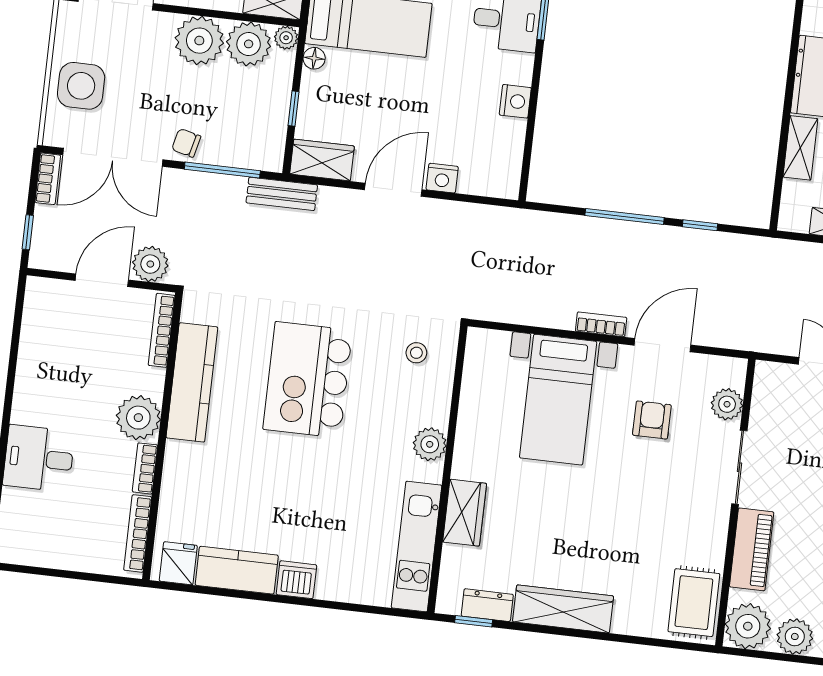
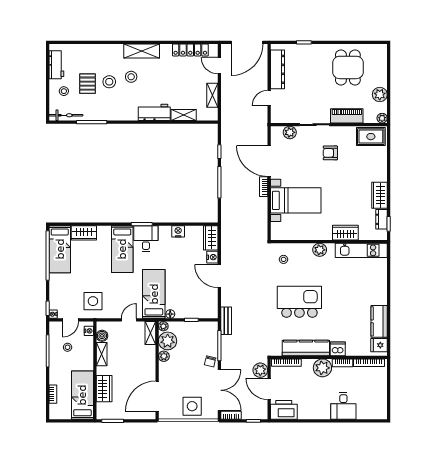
plant: (199, 41) -> (164, 356), width x0.53, depth x0.53
wardrobe: (322, 160) -> (211, 238), moved
printer: (46, 310) -> (284, 410), added
door: (663, 345) -> (269, 161), width x1.36
kitchen island: (308, 380) -> (299, 302), turned 180
armchair: (652, 420) -> (330, 153), moved
dishwasher: (296, 580) -> (338, 349), moved, turned 90
wardrobe: (563, 609) -> (379, 195), width x0.67
plant: (748, 626) -> (382, 118), width x0.53, depth x0.53

